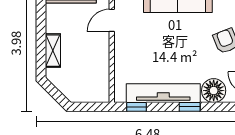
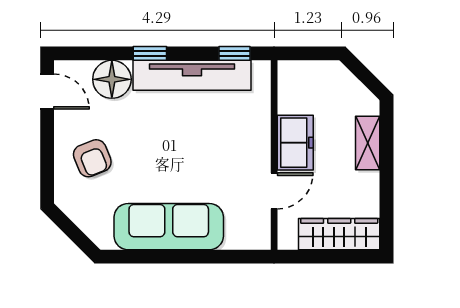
freezer: (98, 51) -> (295, 143), added

